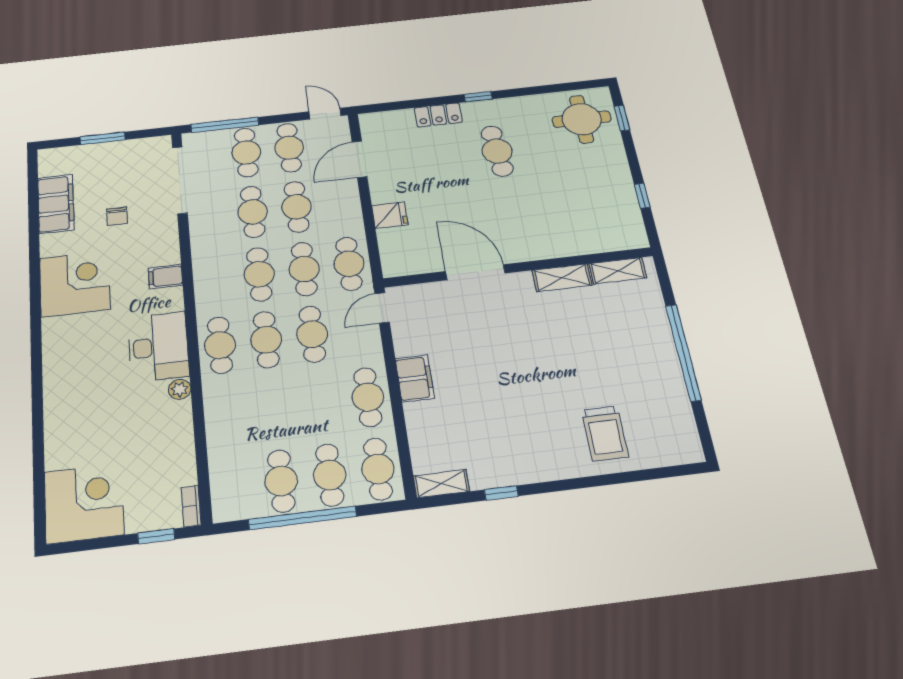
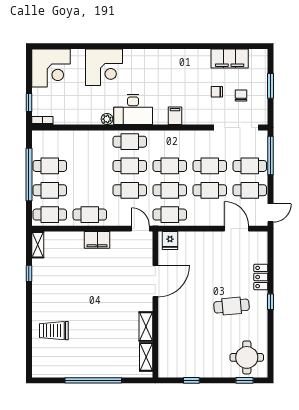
chair: (122, 179) -> (241, 95), added
fridge: (390, 215) -> (170, 241), moved
corner desk: (75, 284) -> (104, 67), moved

